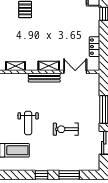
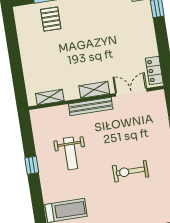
locker: (94, 47) -> (154, 71), moved
weight bench: (28, 123) -> (71, 153), moved

